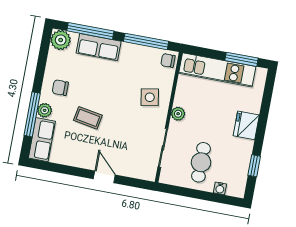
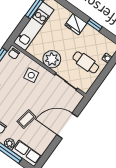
plant: (178, 114) -> (52, 59), width x1.88, depth x1.88
window: (254, 166) -> (95, 25), moved
door: (104, 177) -> (67, 126), width x1.88

